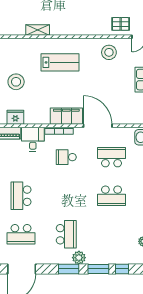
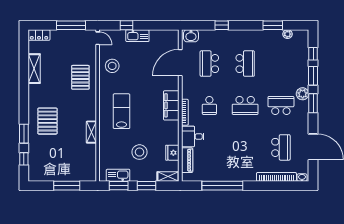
pallet: (121, 24) -> (80, 77), moved, width x1.50, depth x1.42
door: (98, 126) -> (180, 63), moved
school desk: (21, 196) -> (245, 105), moved

